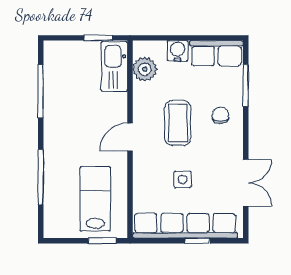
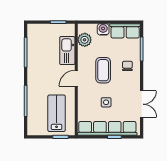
kitchen sink: (114, 66) -> (67, 51), moved

